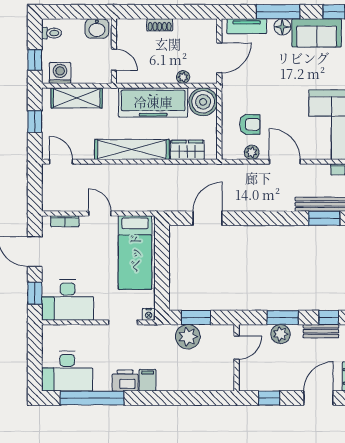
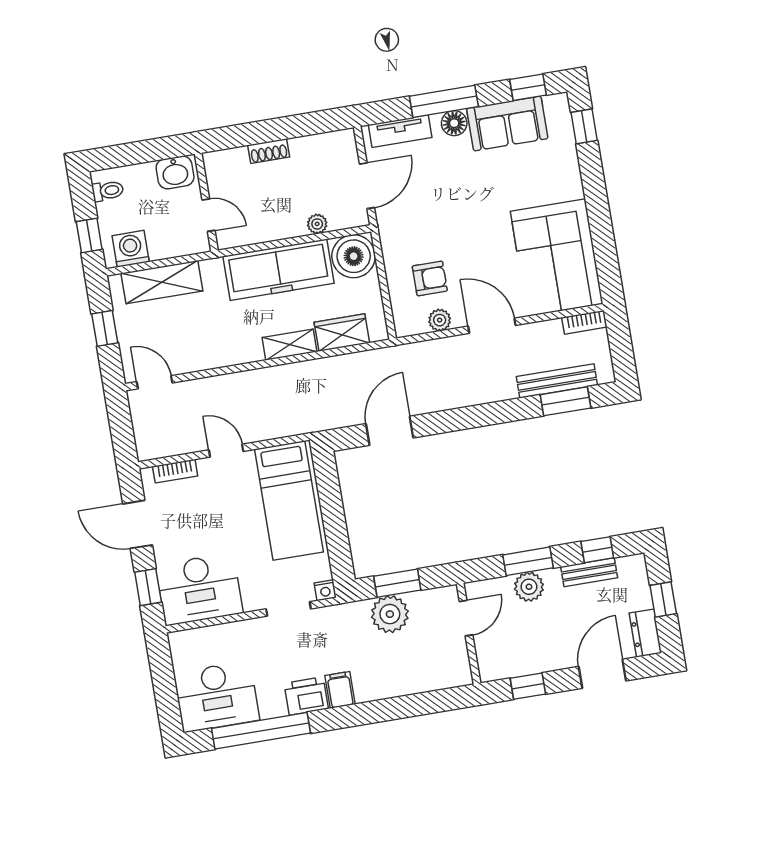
shelving: (132, 149) -> (290, 345), width x0.45, depth x0.75

